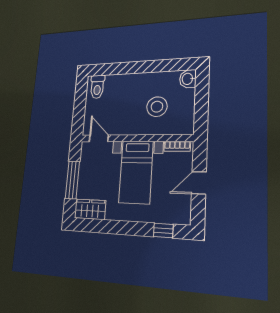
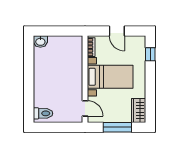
stool: (157, 107) -> (61, 64), removed
door: (99, 138) -> (85, 108), swing flipped

